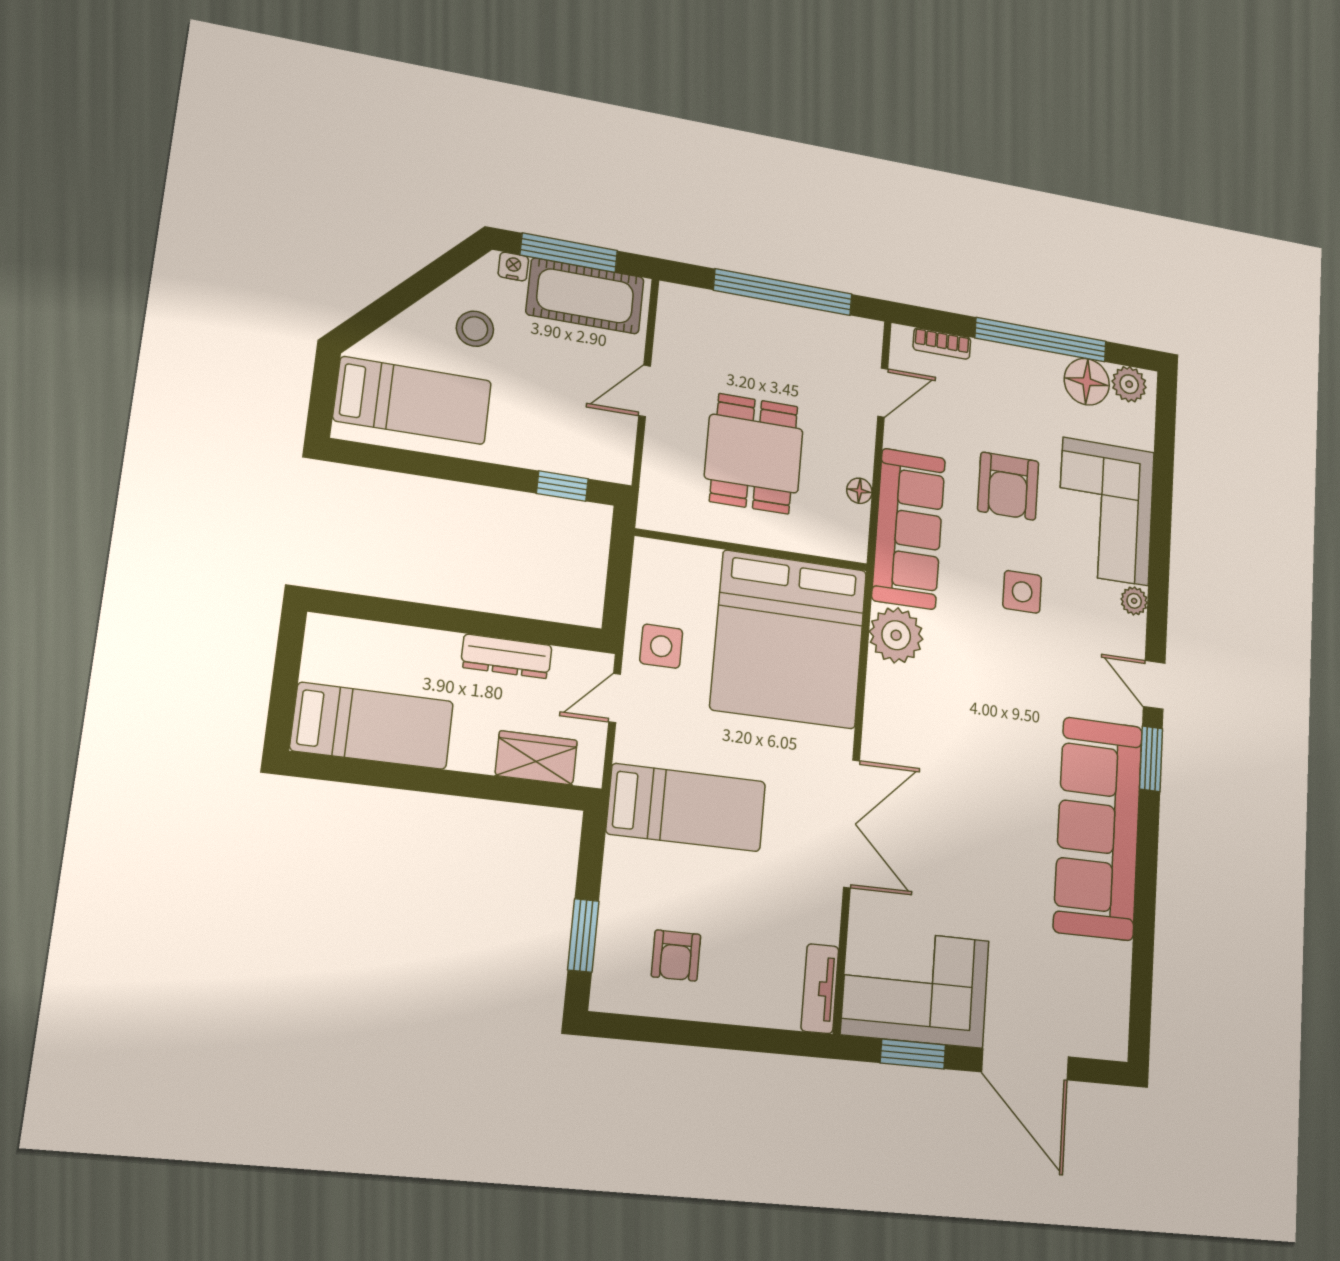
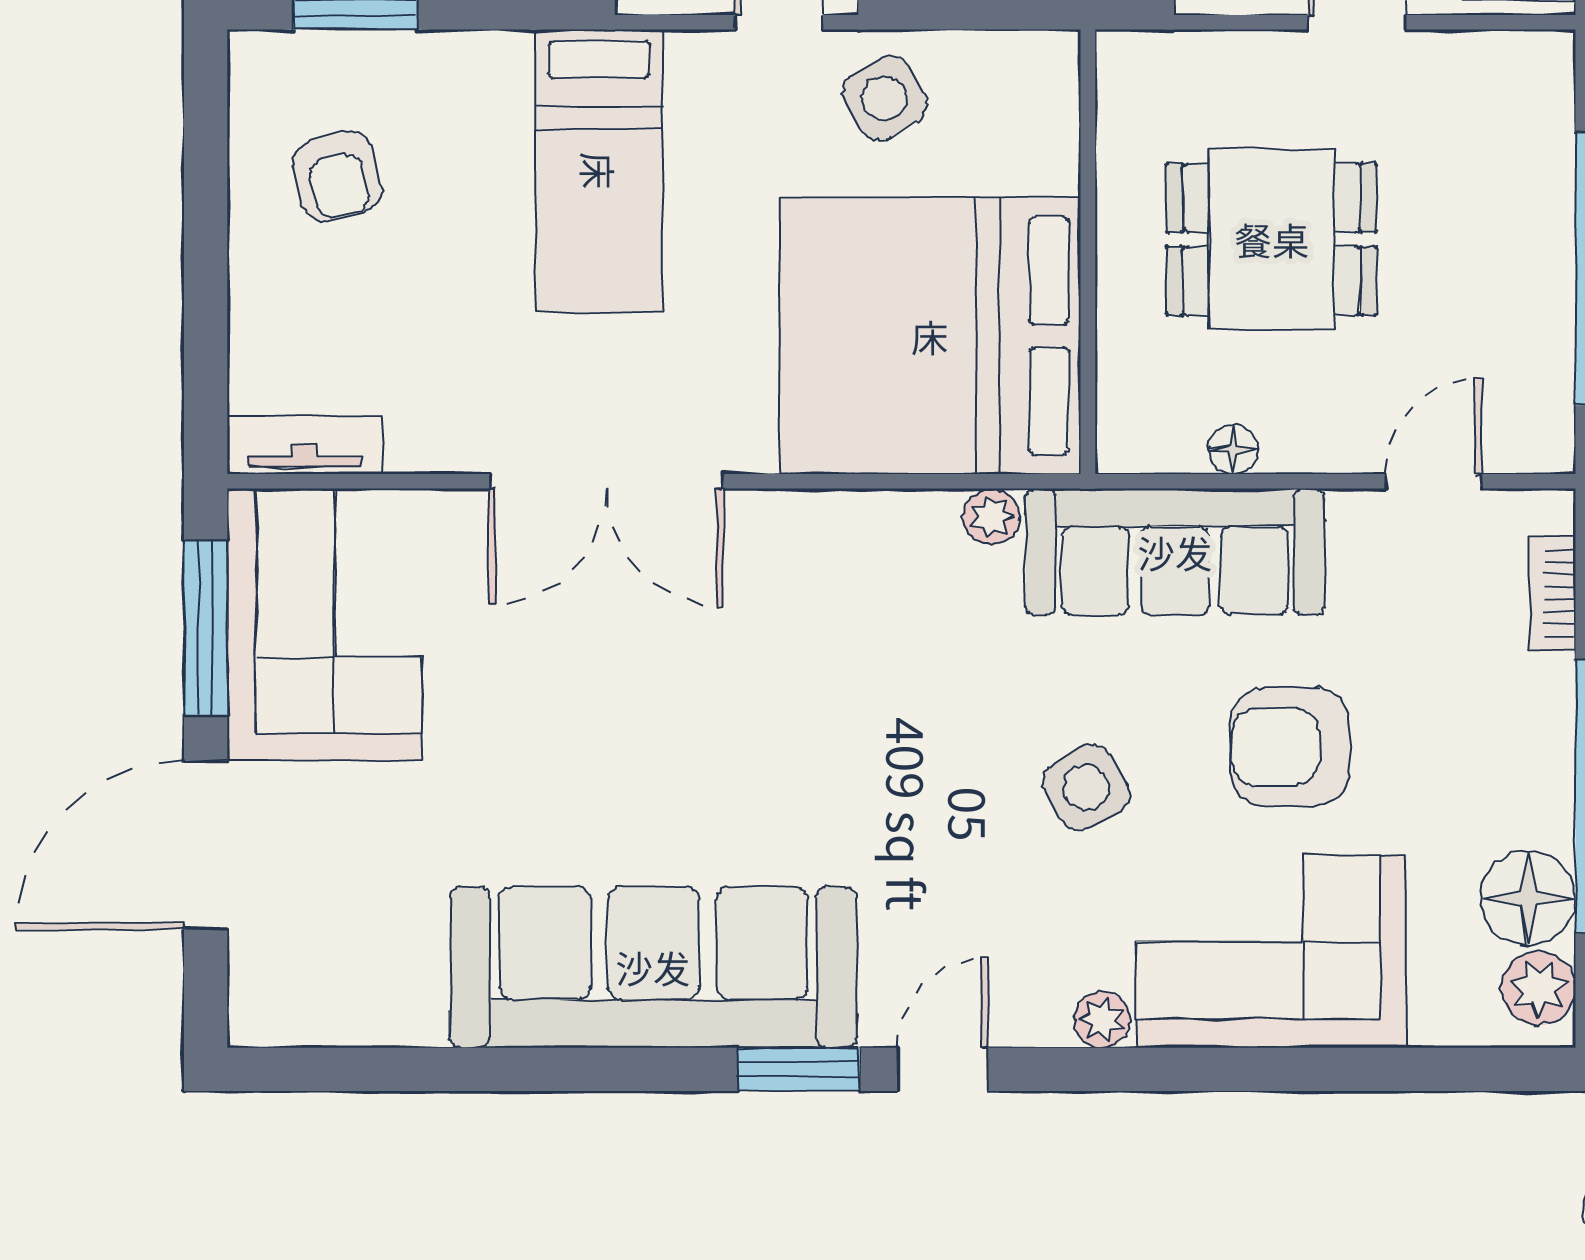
door: (883, 392) -> (1433, 481), swing flipped
side table: (1022, 592) -> (1086, 788), turned -30
plant: (896, 635) -> (992, 517), width x0.53, depth x0.53
side table: (661, 646) -> (884, 98), turned -30
armchair: (676, 956) -> (337, 176), turned -104
window: (913, 1054) -> (206, 628), width x1.44

